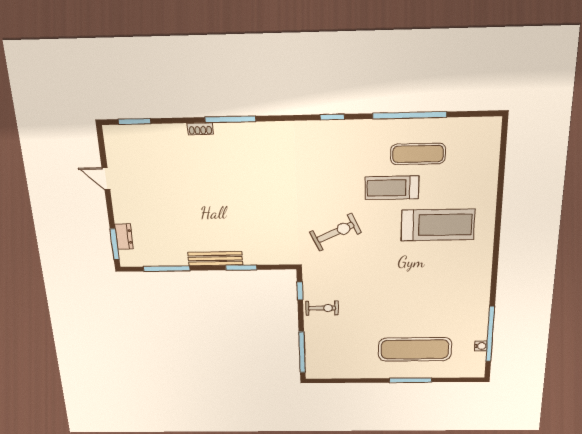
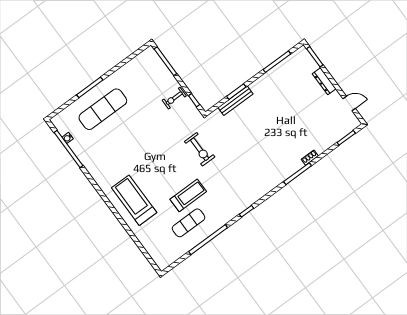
door: (106, 179) -> (349, 103), moved
treadmill: (438, 225) -> (134, 200), moved, turned 90
exercise bike: (335, 232) -> (200, 149), turned -65
dresser: (124, 237) -> (324, 81), moved, width x1.44
bench: (215, 259) -> (235, 101), moved

